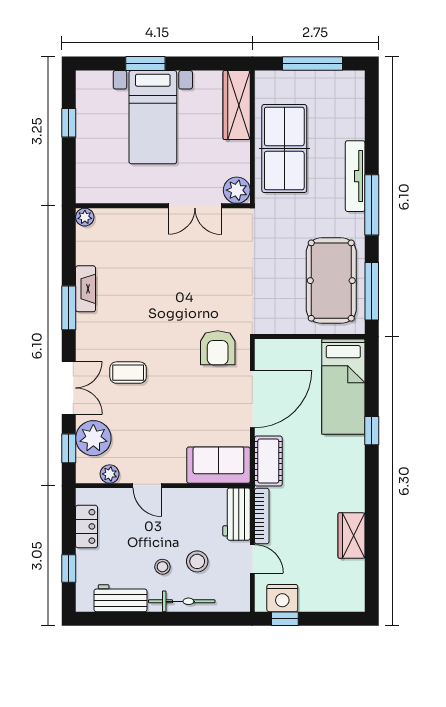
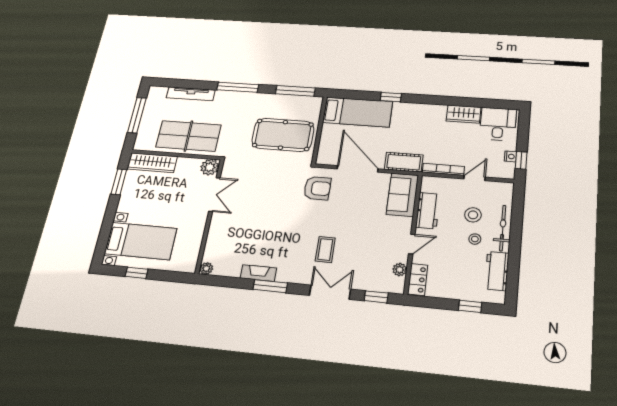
window: (145, 64) -> (119, 182), moved
bed with nightstands: (153, 117) -> (141, 241), moved
tv unit: (355, 176) -> (191, 94), moved
pool table: (331, 281) -> (283, 135), moved
plant: (93, 438) -> (371, 278), removed
workbench: (237, 514) -> (428, 211), moved, turned -90
locker: (87, 526) -> (418, 279), moved, turned 90
desk: (339, 584) -> (498, 124), added
nightstand: (282, 598) -> (510, 156), width x0.53, depth x0.56

